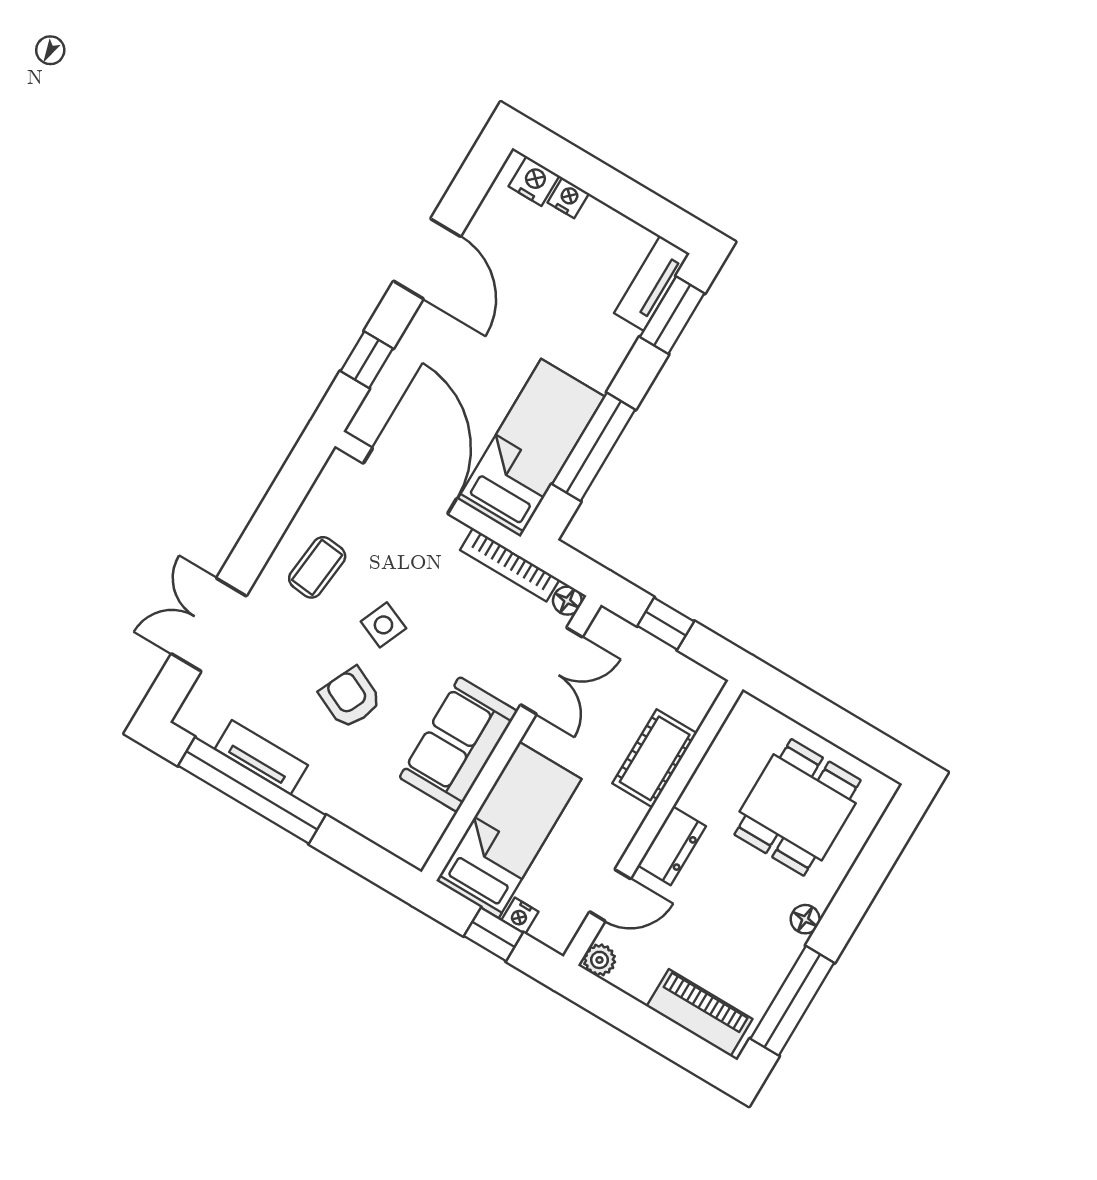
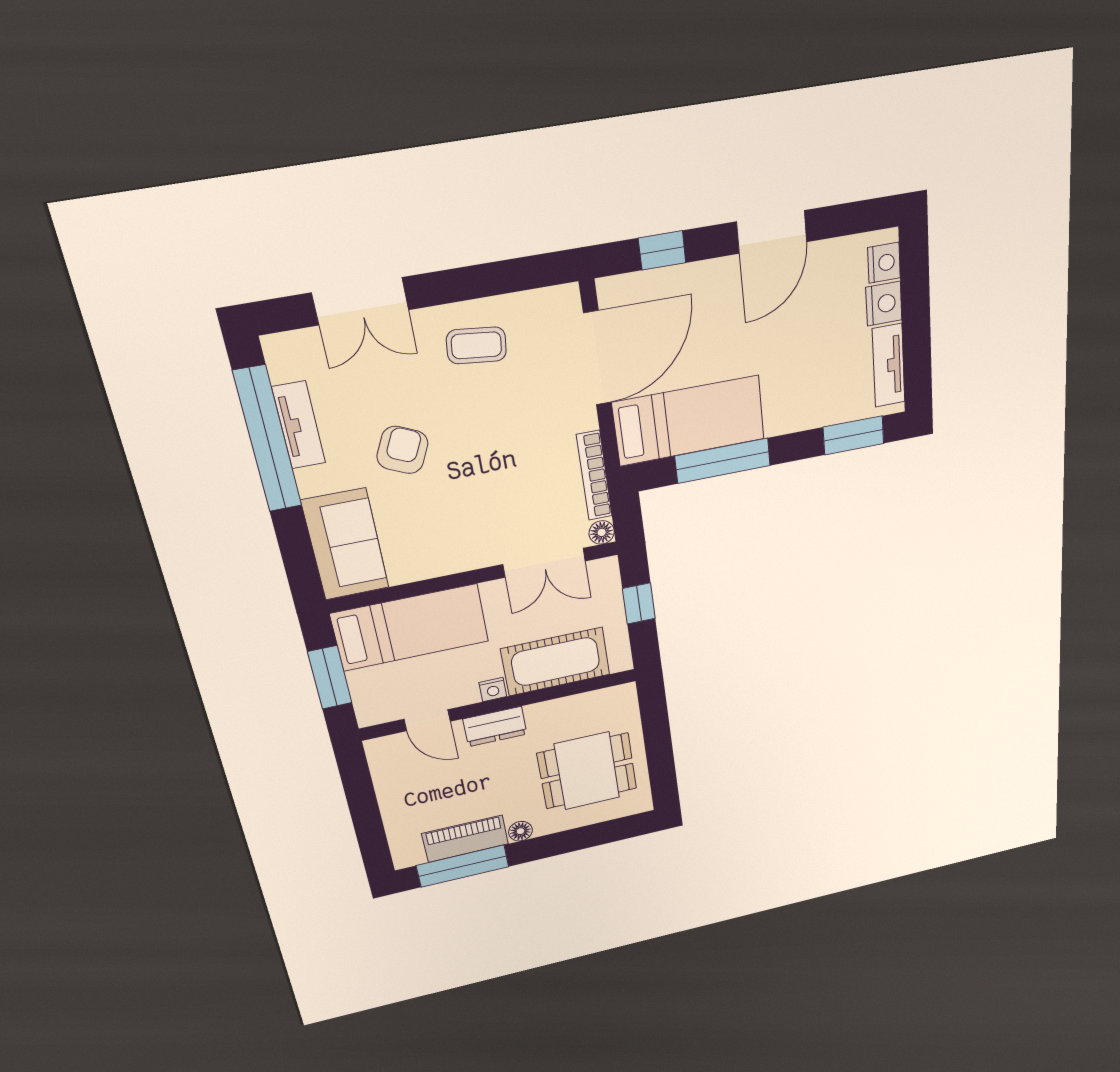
nightstand: (568, 198) -> (884, 304), width x1.39, depth x1.35
tv unit: (652, 283) -> (889, 365), moved, turned -90
double door: (209, 625) -> (360, 301), swing flipped
side table: (383, 625) -> (476, 428), removed
sofa: (458, 744) -> (345, 544), moved, turned 90
cot: (655, 758) -> (556, 662), width x1.37, depth x1.34
nightstand: (520, 916) -> (493, 690), moved, turned -90
window: (493, 934) -> (330, 677), width x1.50
plant: (599, 960) -> (378, 749), removed
piano: (700, 1013) -> (465, 839), moved, turned -90

